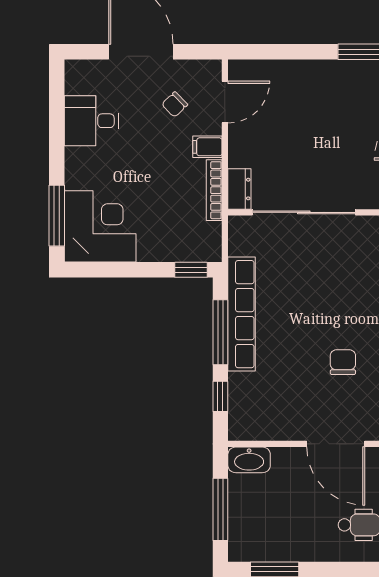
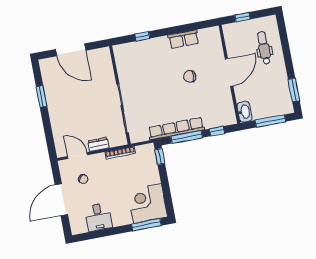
filing cabinet: (207, 147) -> (100, 160), removed
dresser: (239, 189) -> (98, 144), moved

